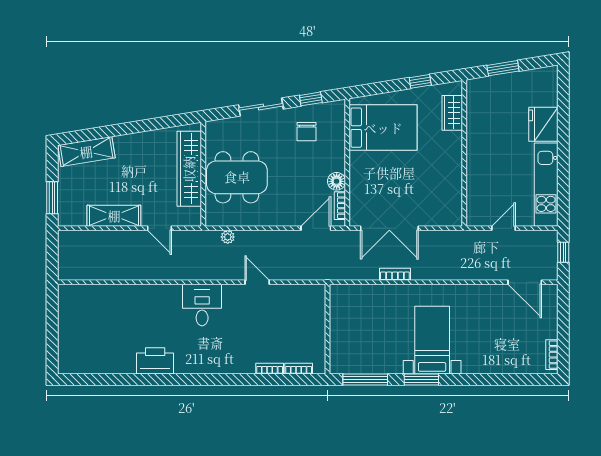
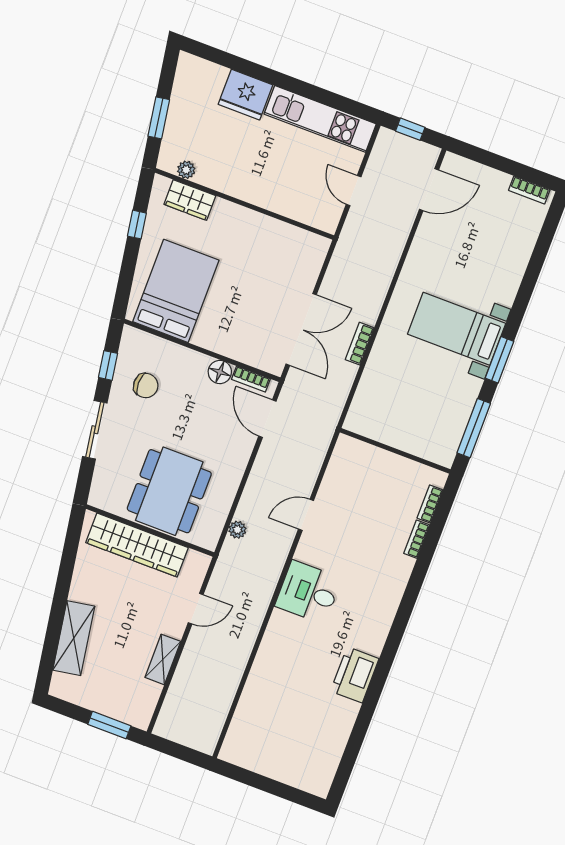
plant: (473, 102) -> (186, 170), added
shelving: (86, 152) -> (74, 638), moved
shelving: (114, 216) -> (163, 659), width x0.67, depth x0.75

